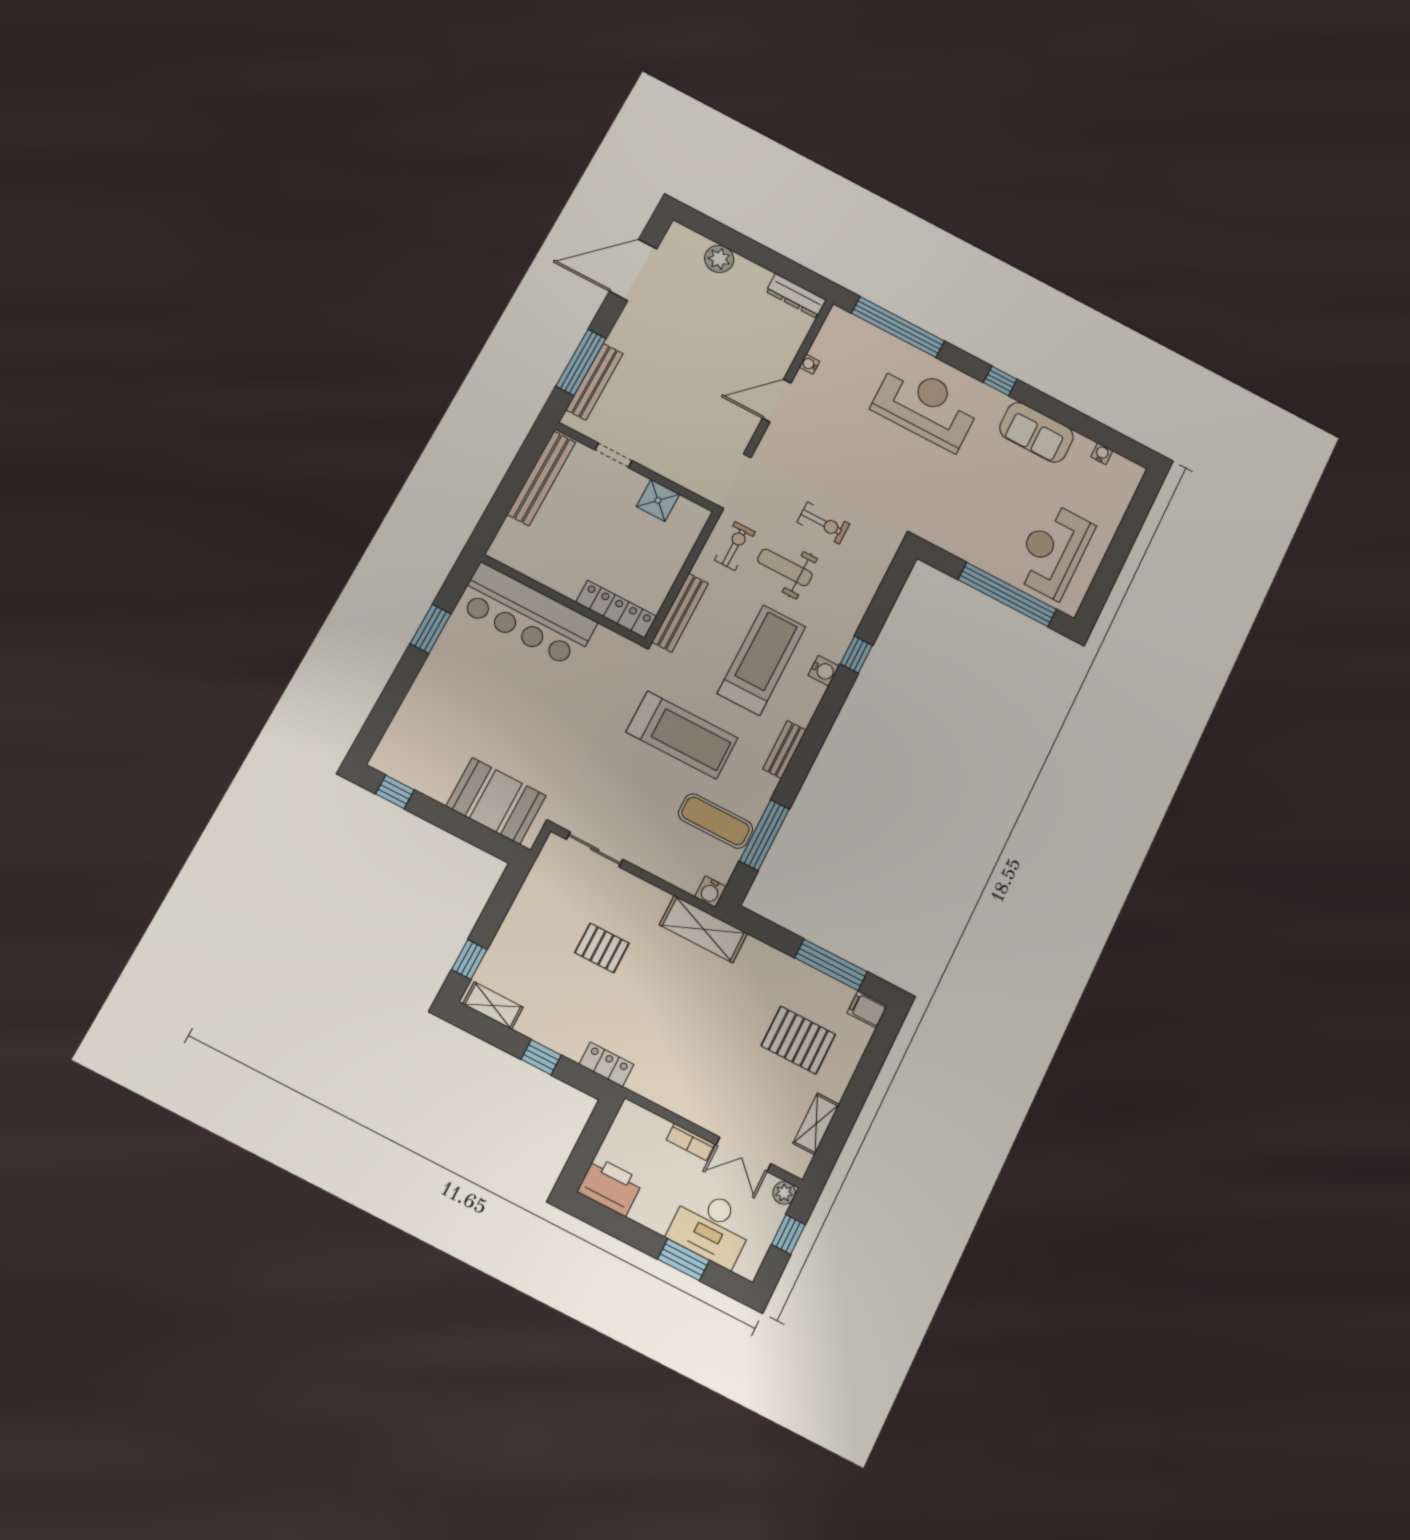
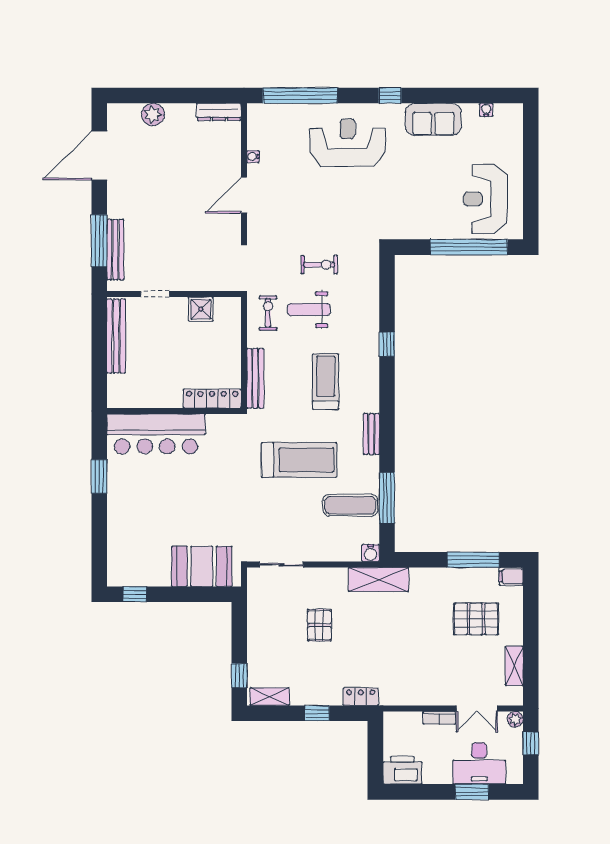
treadmill: (762, 660) -> (326, 382), width x0.73, depth x0.73
water cooler: (824, 671) -> (370, 367), removed
pallet: (602, 948) -> (319, 625), turned 90

